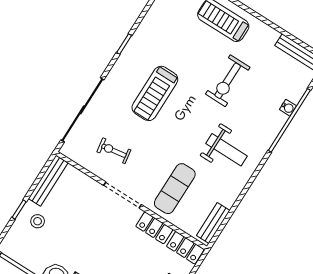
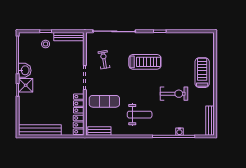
exercise bike: (228, 81) -> (174, 94), turned 180
treadmill: (155, 93) -> (145, 62), turned 180
weight bench: (226, 150) -> (140, 115), turned -90

